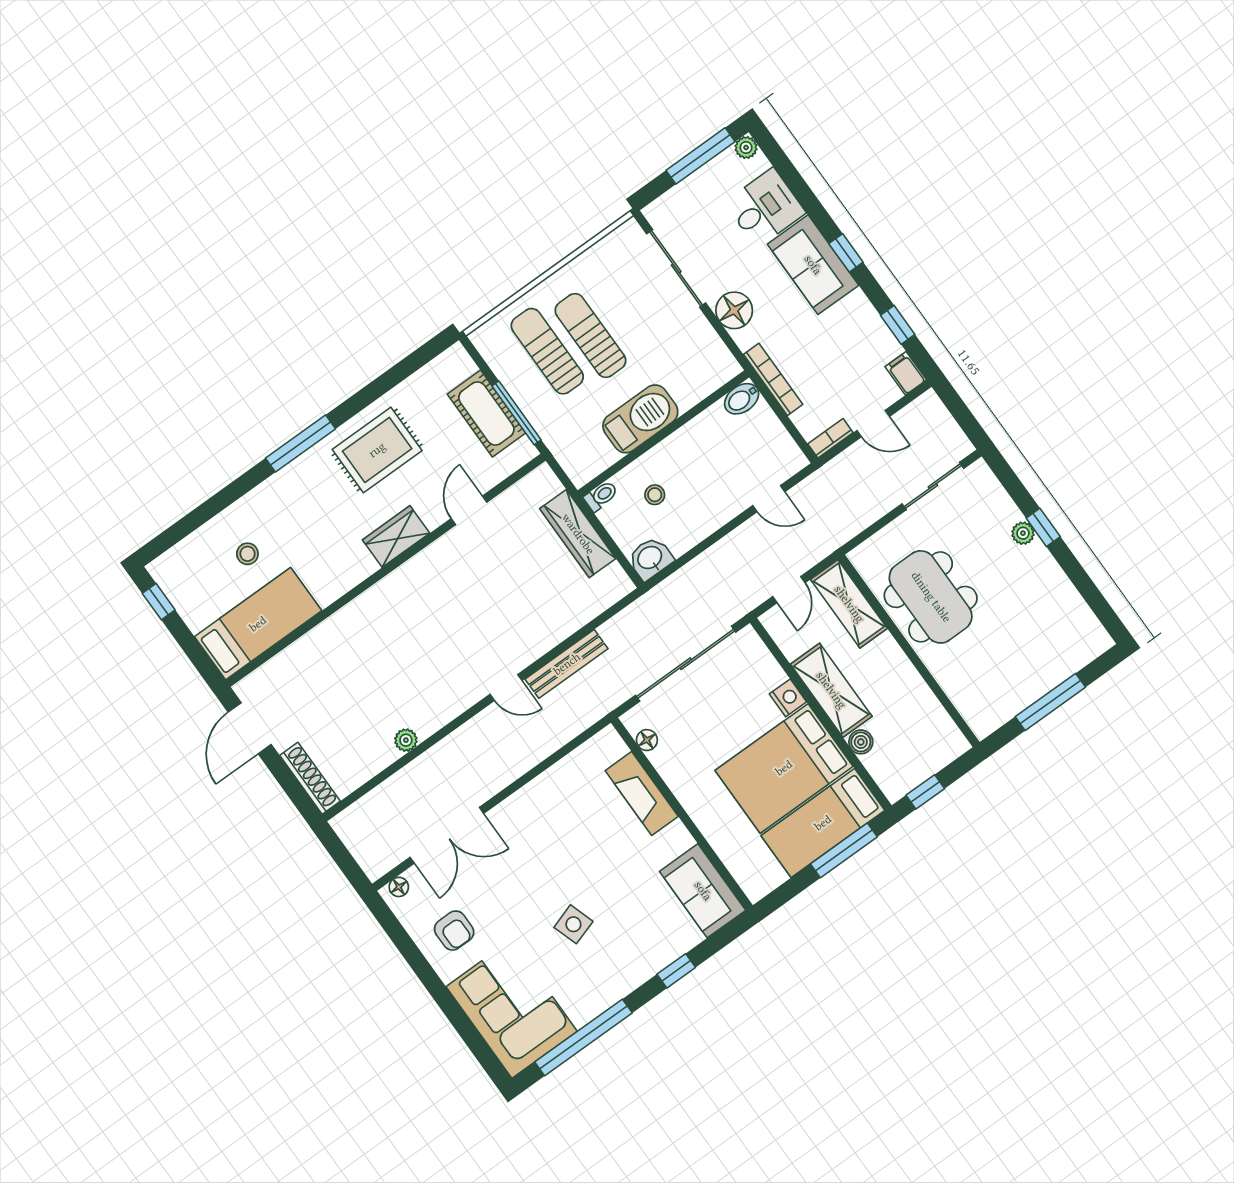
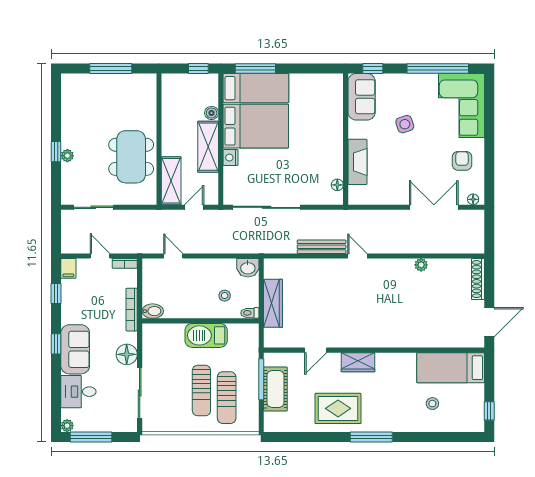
floor lamp: (647, 740) -> (337, 185), moved
fireplace: (642, 794) -> (357, 162), moved
wall: (682, 814) -> (346, 139), moved
sofa: (703, 891) -> (362, 97), moved

